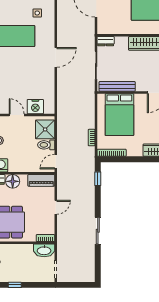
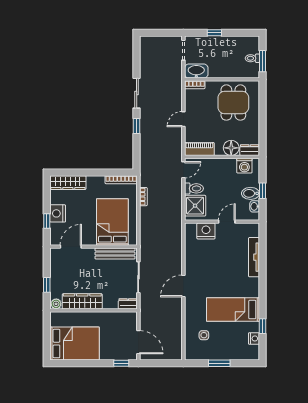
door: (17, 115) -> (227, 222), swing flipped
window: (98, 179) -> (137, 126), moved
window: (15, 285) -> (214, 33), moved

